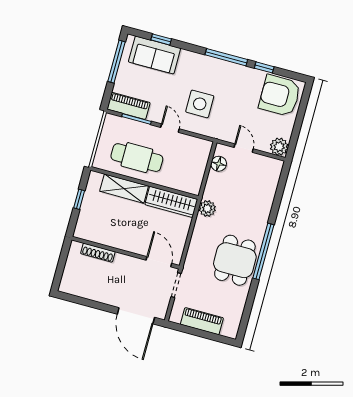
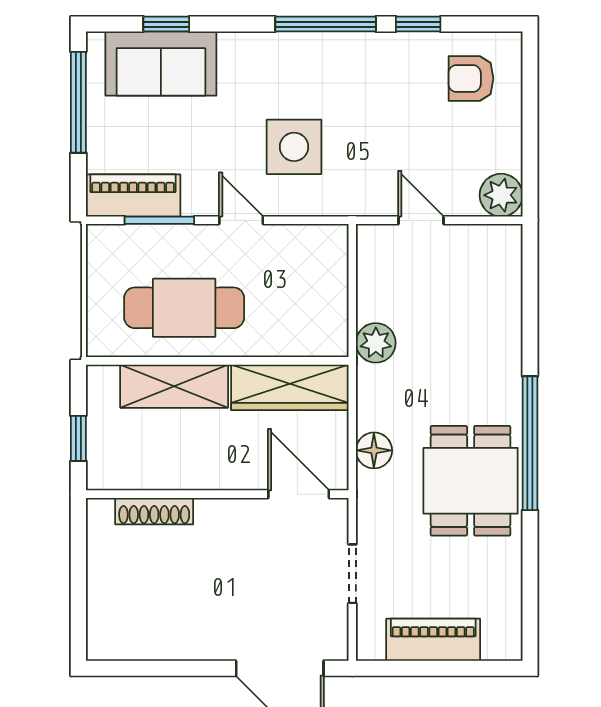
armchair: (280, 96) -> (471, 78), width x0.53, depth x0.53
floor lamp: (219, 164) -> (374, 450), moved
plant: (207, 209) -> (376, 343), moved
shoe rack: (98, 253) -> (154, 511), moved
wall: (126, 253) -> (217, 494), moved
door: (159, 262) -> (299, 494), moved

